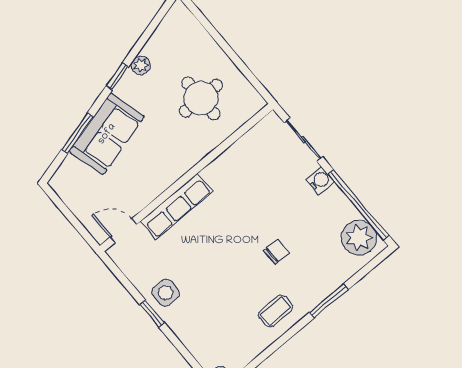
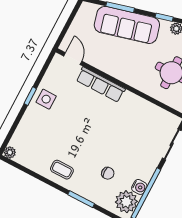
sofa: (107, 134) -> (127, 25), width x1.36
water cooler: (320, 181) -> (139, 187), moved
chair: (276, 252) -> (108, 173), moved

